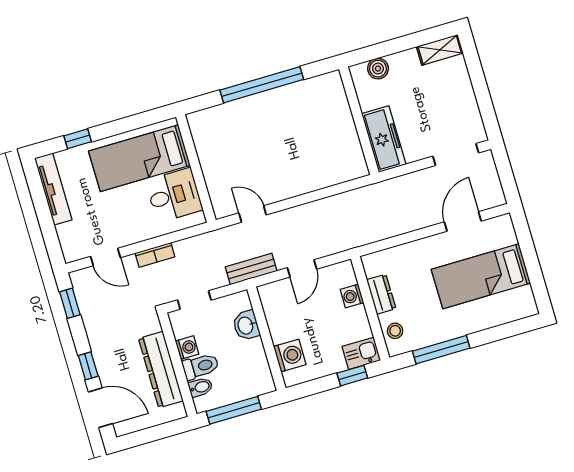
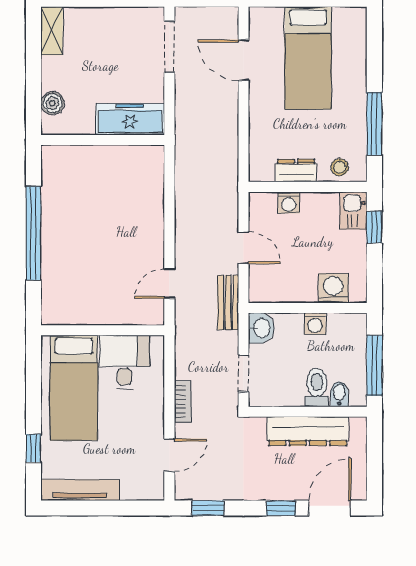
washbasin: (246, 325) -> (261, 328), moved, turned -90
washing machine: (187, 348) -> (315, 324), moved, turned 180

